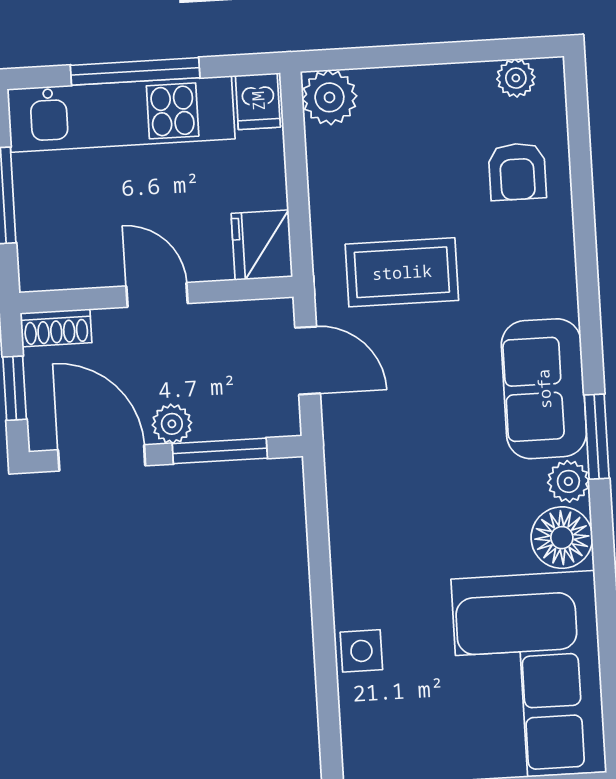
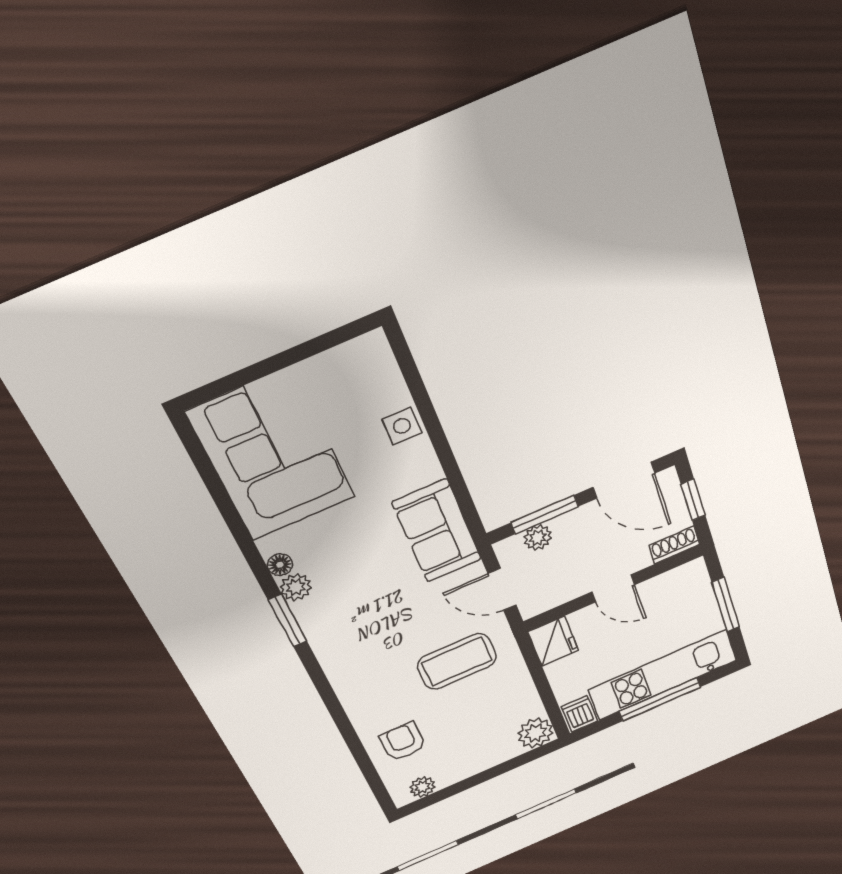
sofa: (544, 389) -> (437, 531), moved, turned 180
plant: (172, 424) -> (538, 538), moved
floor lamp: (562, 538) -> (280, 565), width x0.53, depth x0.53

